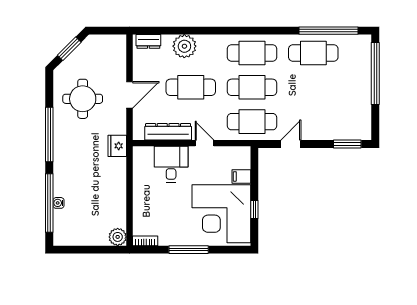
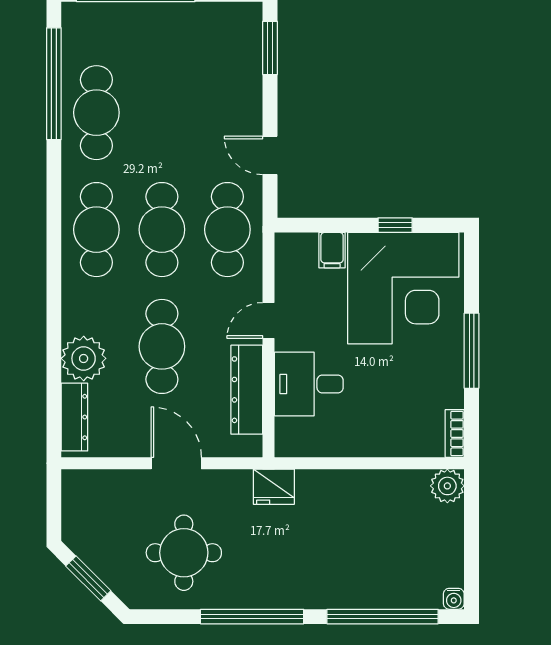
dresser: (148, 41) -> (74, 417), width x1.44
water cooler: (59, 203) -> (454, 599), moved

